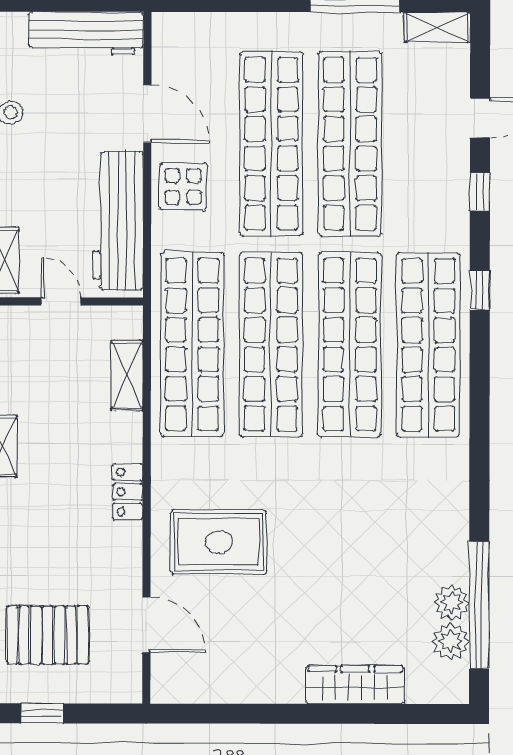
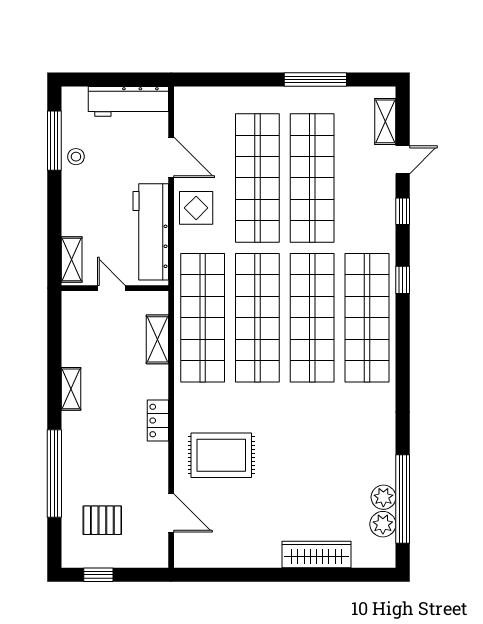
shelving: (437, 27) -> (385, 121), moved, turned 90
pallet: (48, 635) -> (102, 520), width x0.67, depth x0.71

